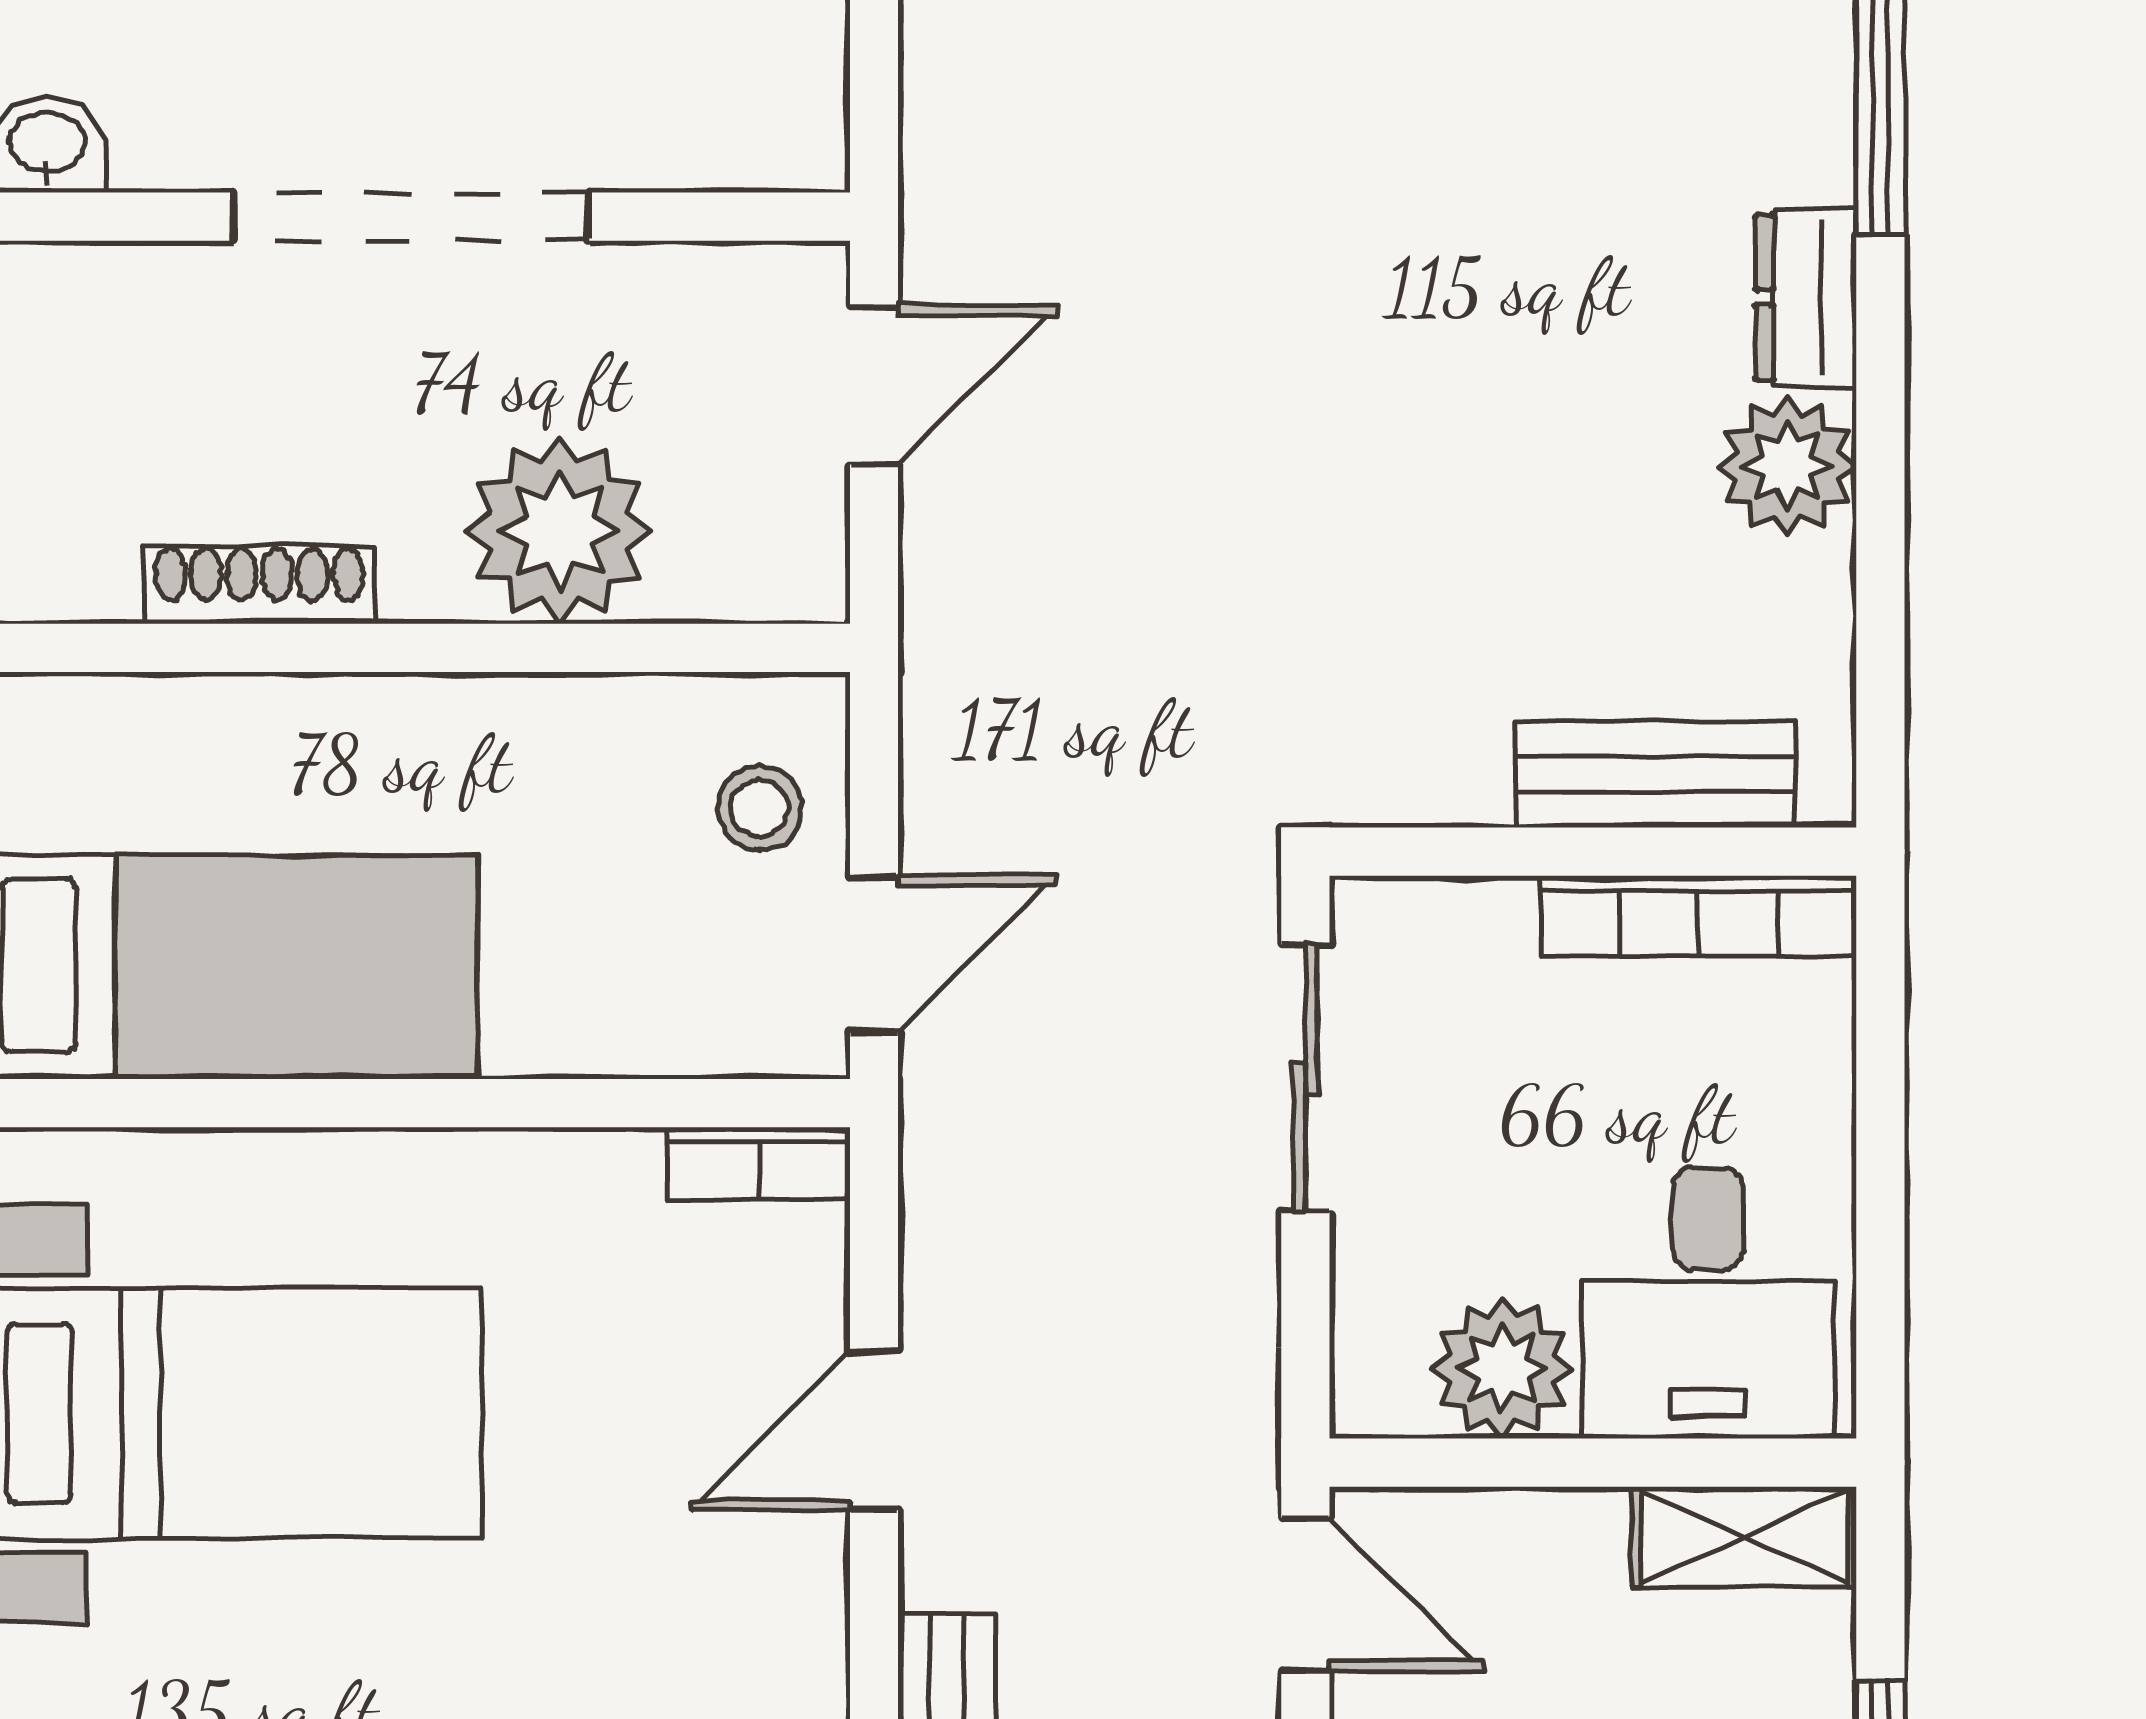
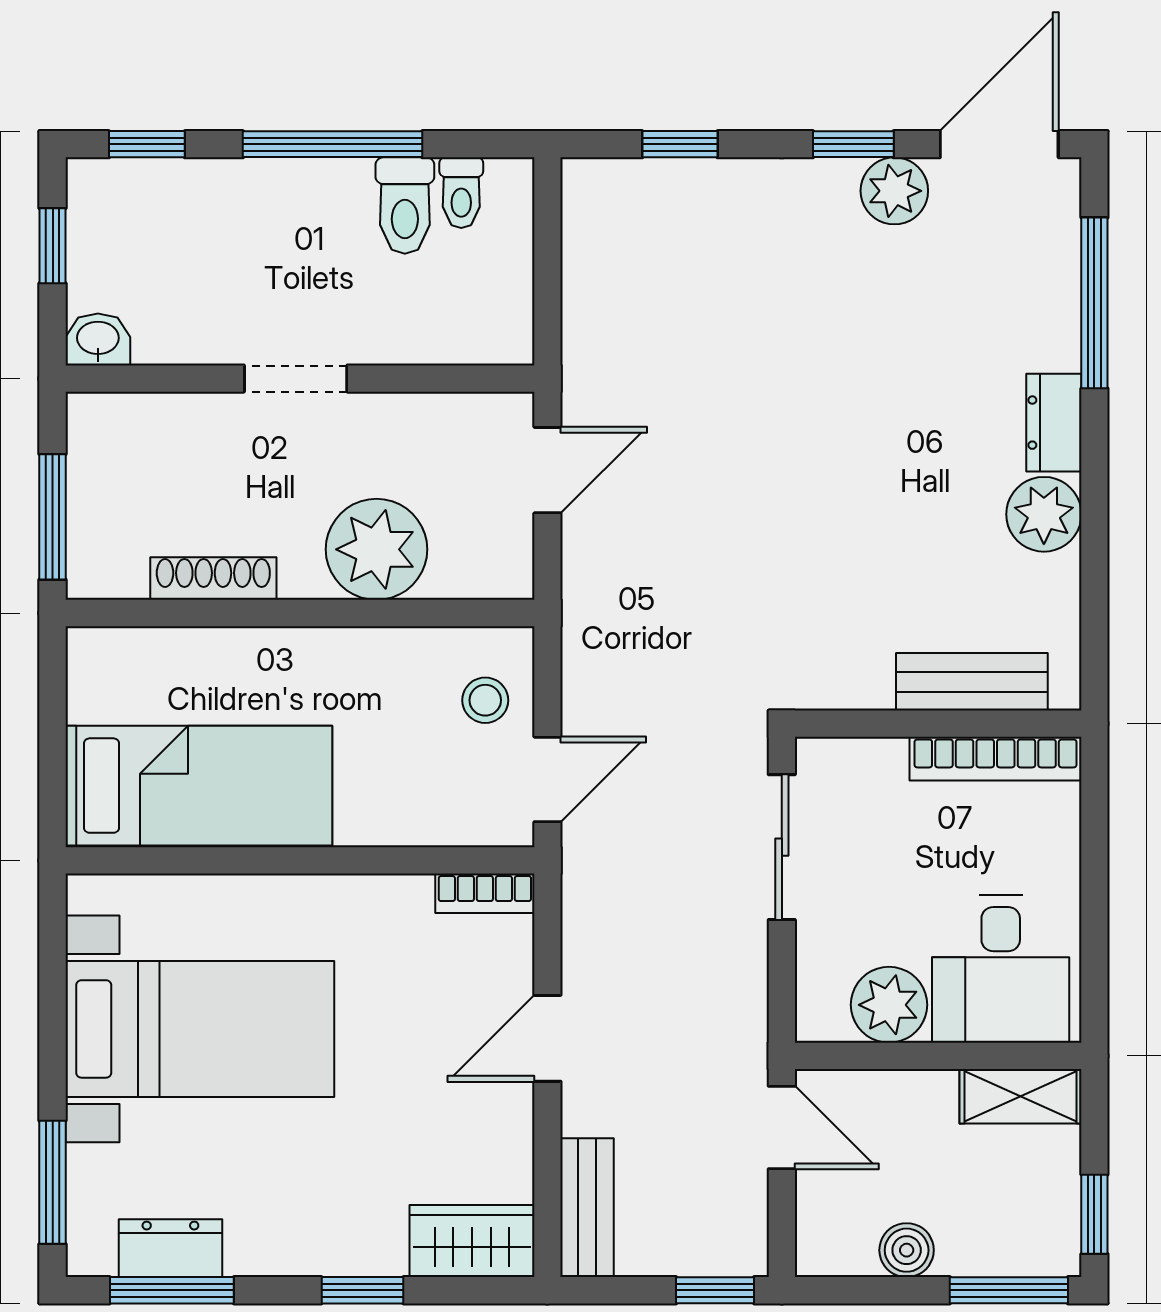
doorway: (411, 217) -> (296, 379), width x0.53

